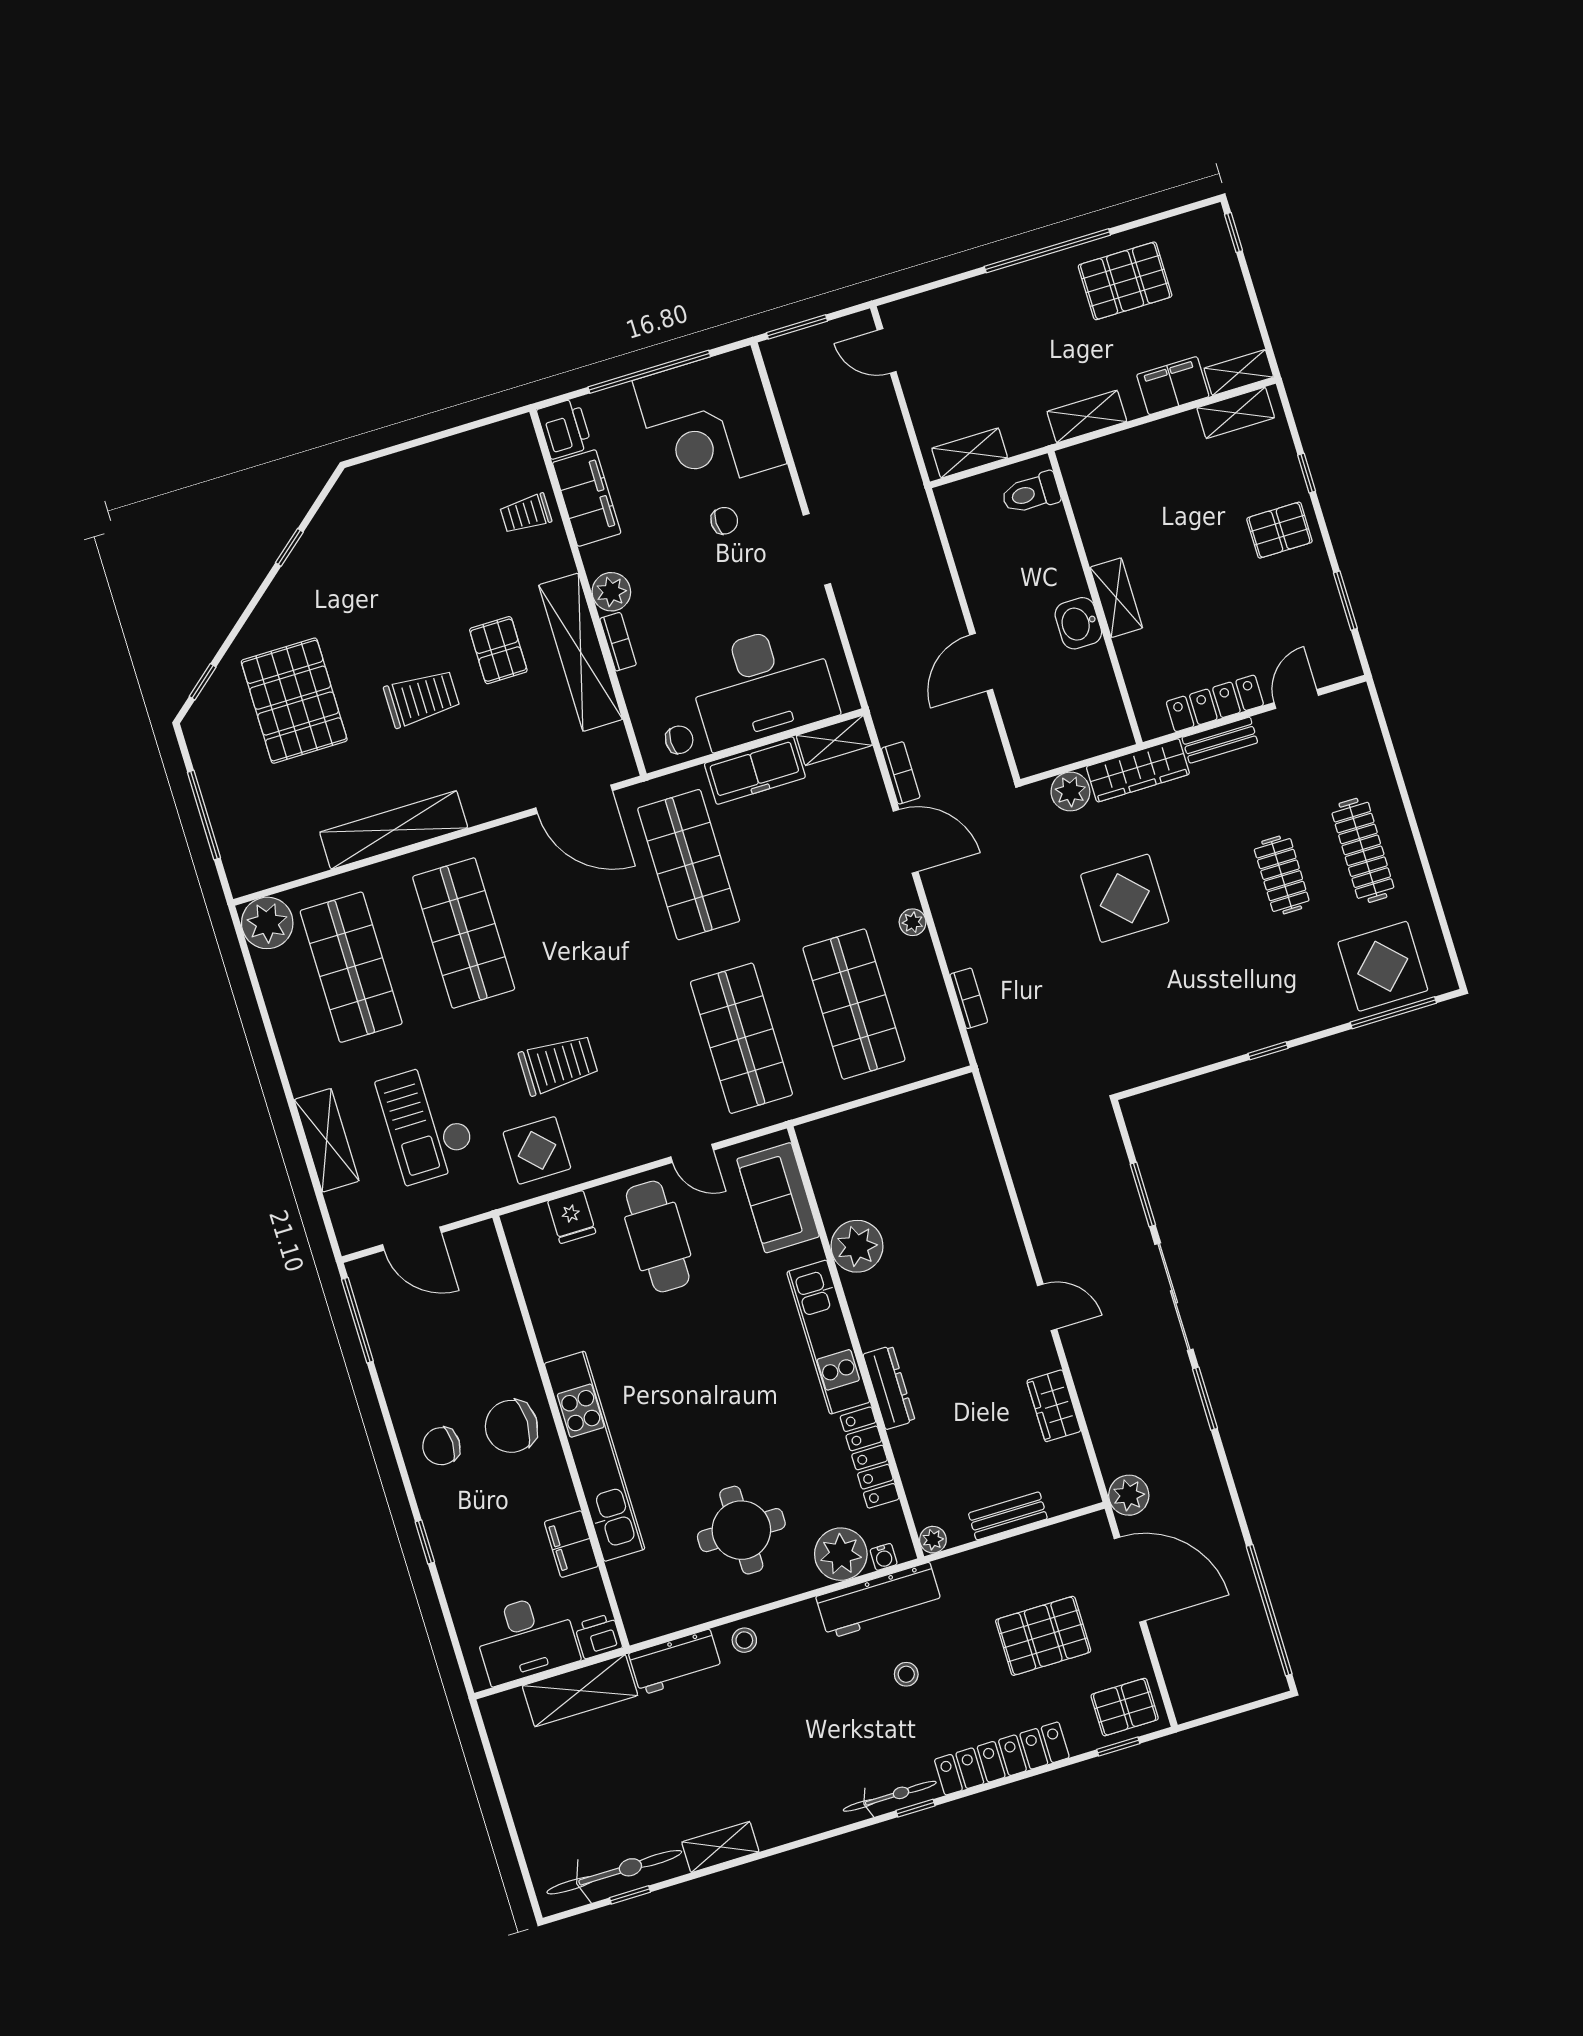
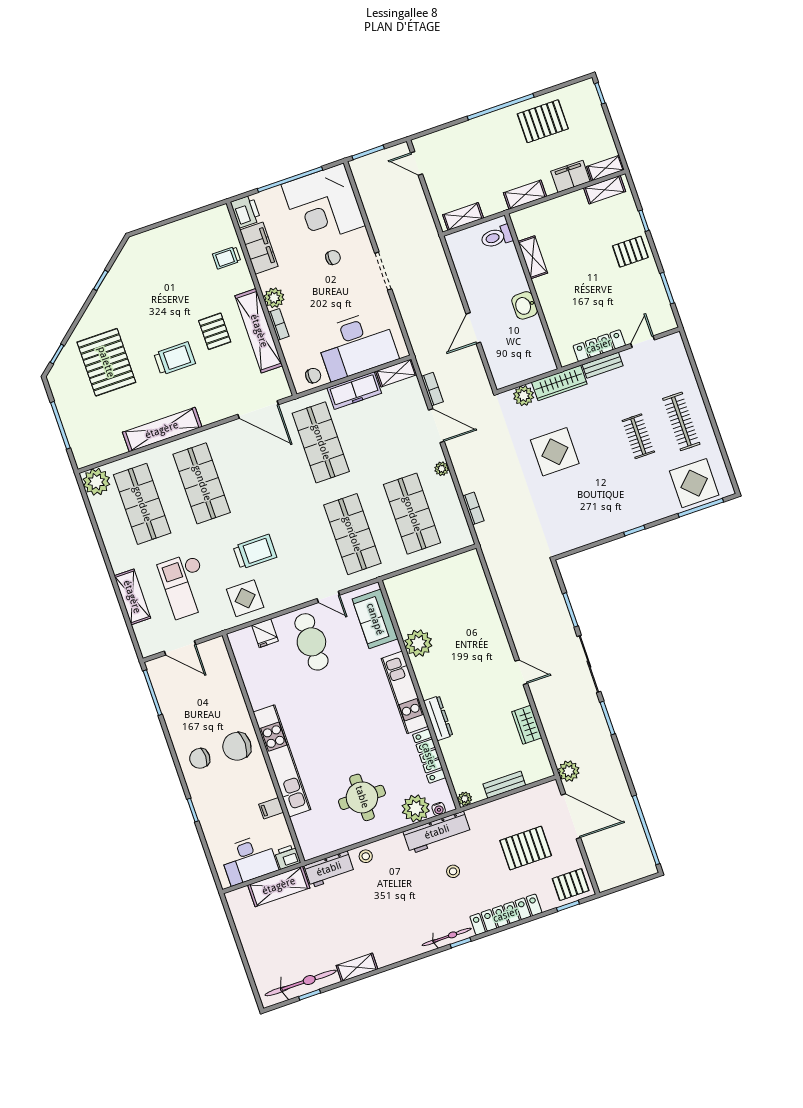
shelving: (1116, 598) -> (533, 257), moved
filing cabinet: (571, 1544) -> (271, 808), width x0.50

